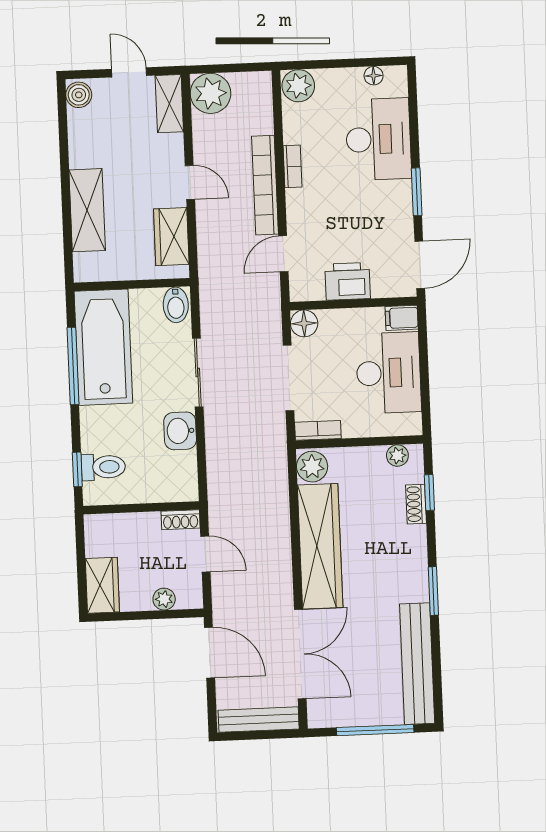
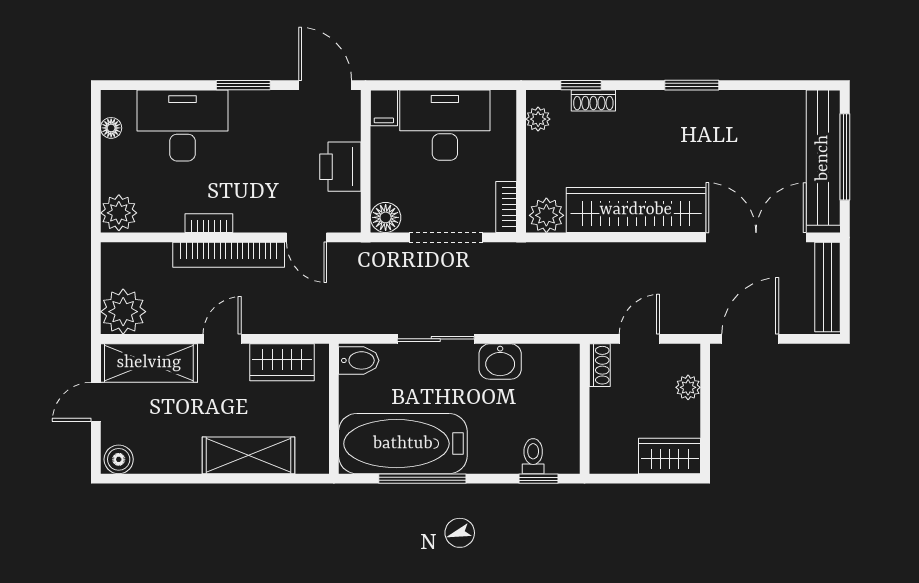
shelving: (169, 104) -> (149, 363), width x1.50, depth x1.33
toilet: (103, 467) -> (533, 456), width x0.73, depth x0.72
bench: (417, 664) -> (823, 158), moved, turned 90

